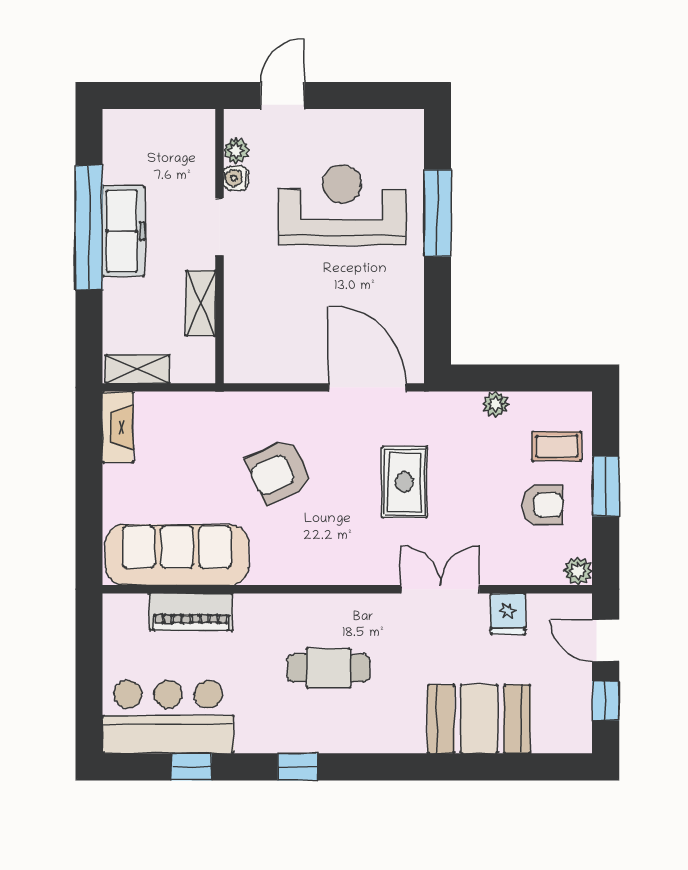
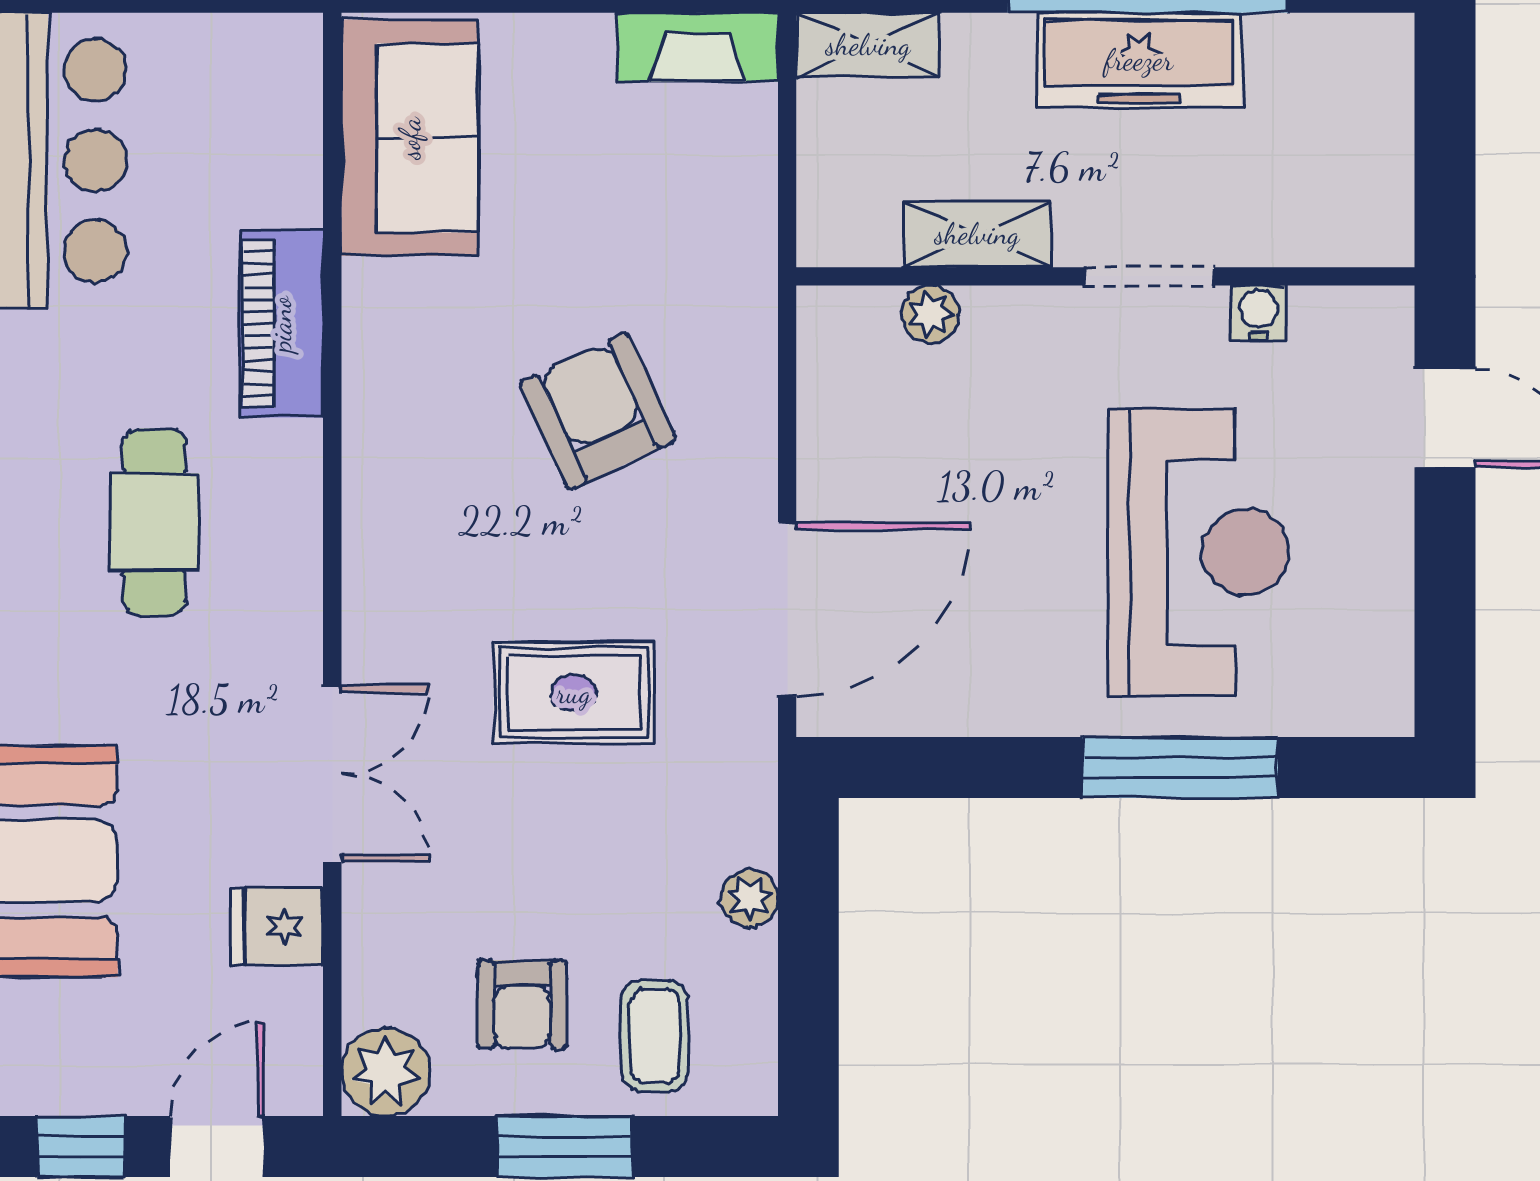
plant: (236, 150) -> (930, 314), moved
shelving: (138, 369) -> (868, 45), moved, turned 90
sofa: (177, 555) -> (410, 138), width x0.73
plant: (578, 571) -> (386, 1072), width x1.38, depth x1.38
piano: (191, 612) -> (281, 324), moved

